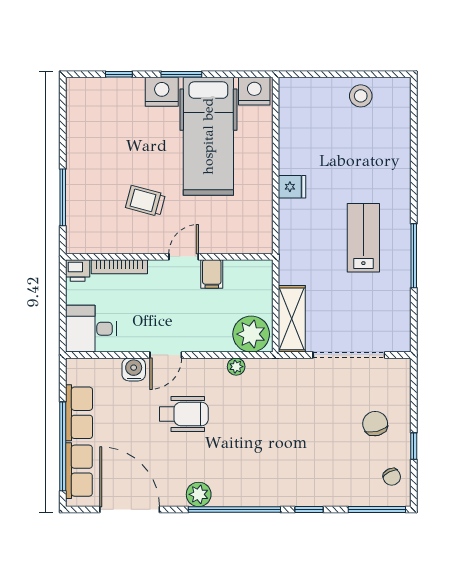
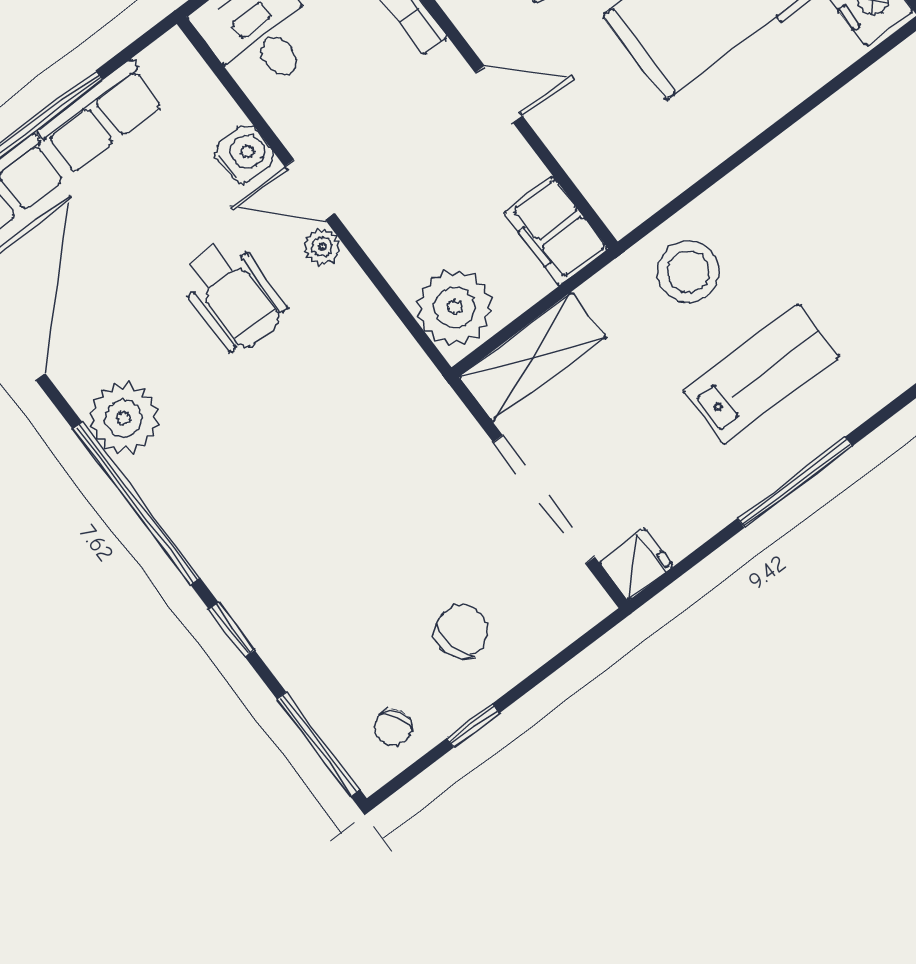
fridge: (292, 187) -> (636, 564), moved, turned -90
stool: (304, 236) -> (688, 272), added
filing cabinet: (212, 274) -> (556, 231), moved, width x2.00
plant: (236, 367) -> (322, 247), moved
plant: (199, 494) -> (124, 418), width x1.36, depth x1.36

